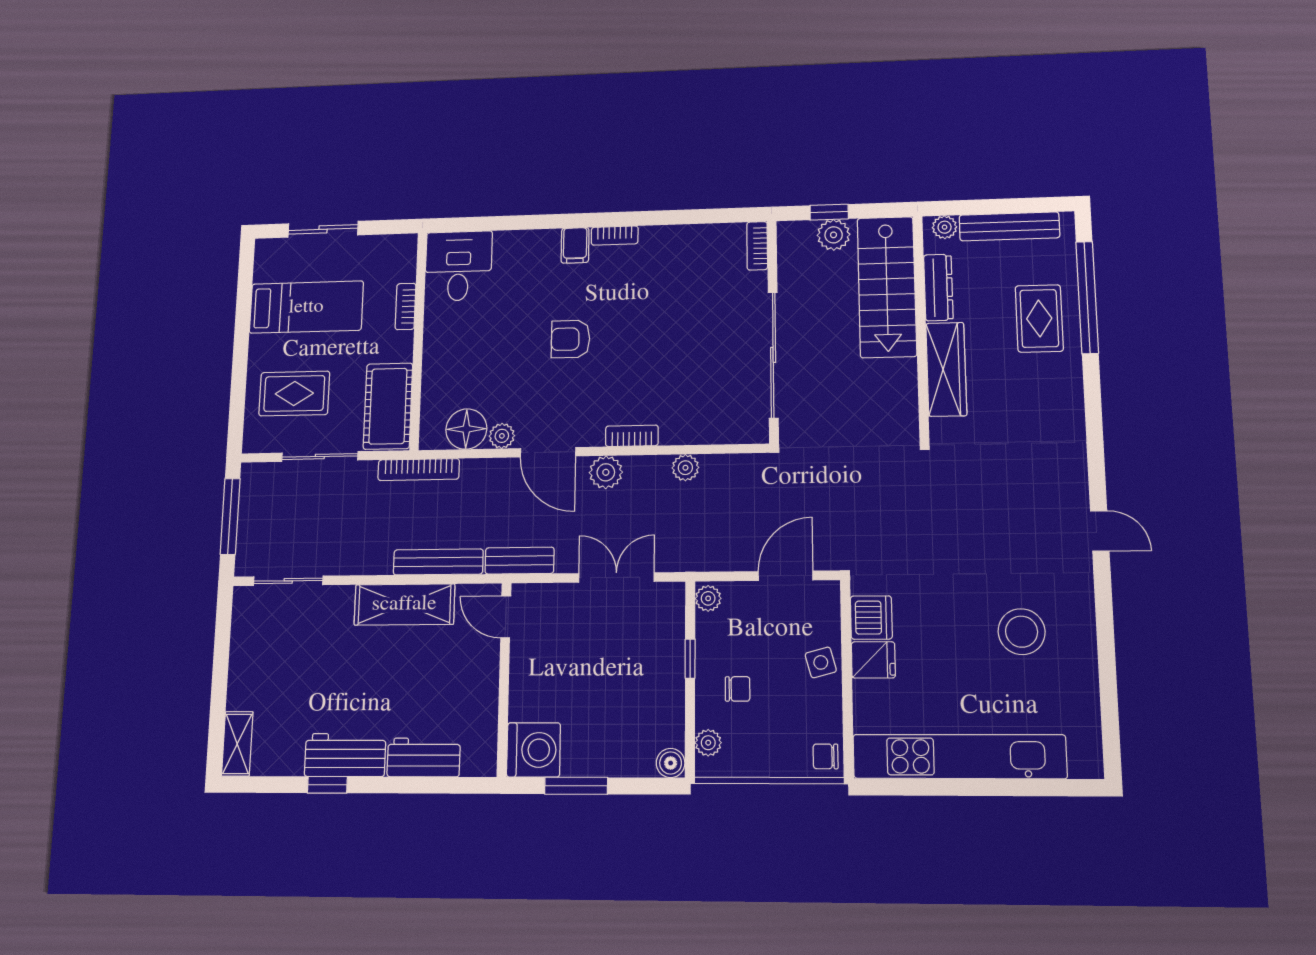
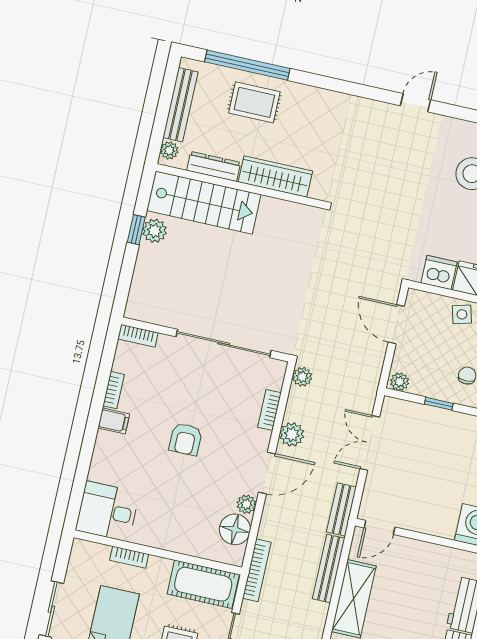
bookcase: (757, 246) -> (138, 336), moved
wall: (773, 331) -> (205, 339), moved
sliding door: (773, 355) -> (224, 344), moved

